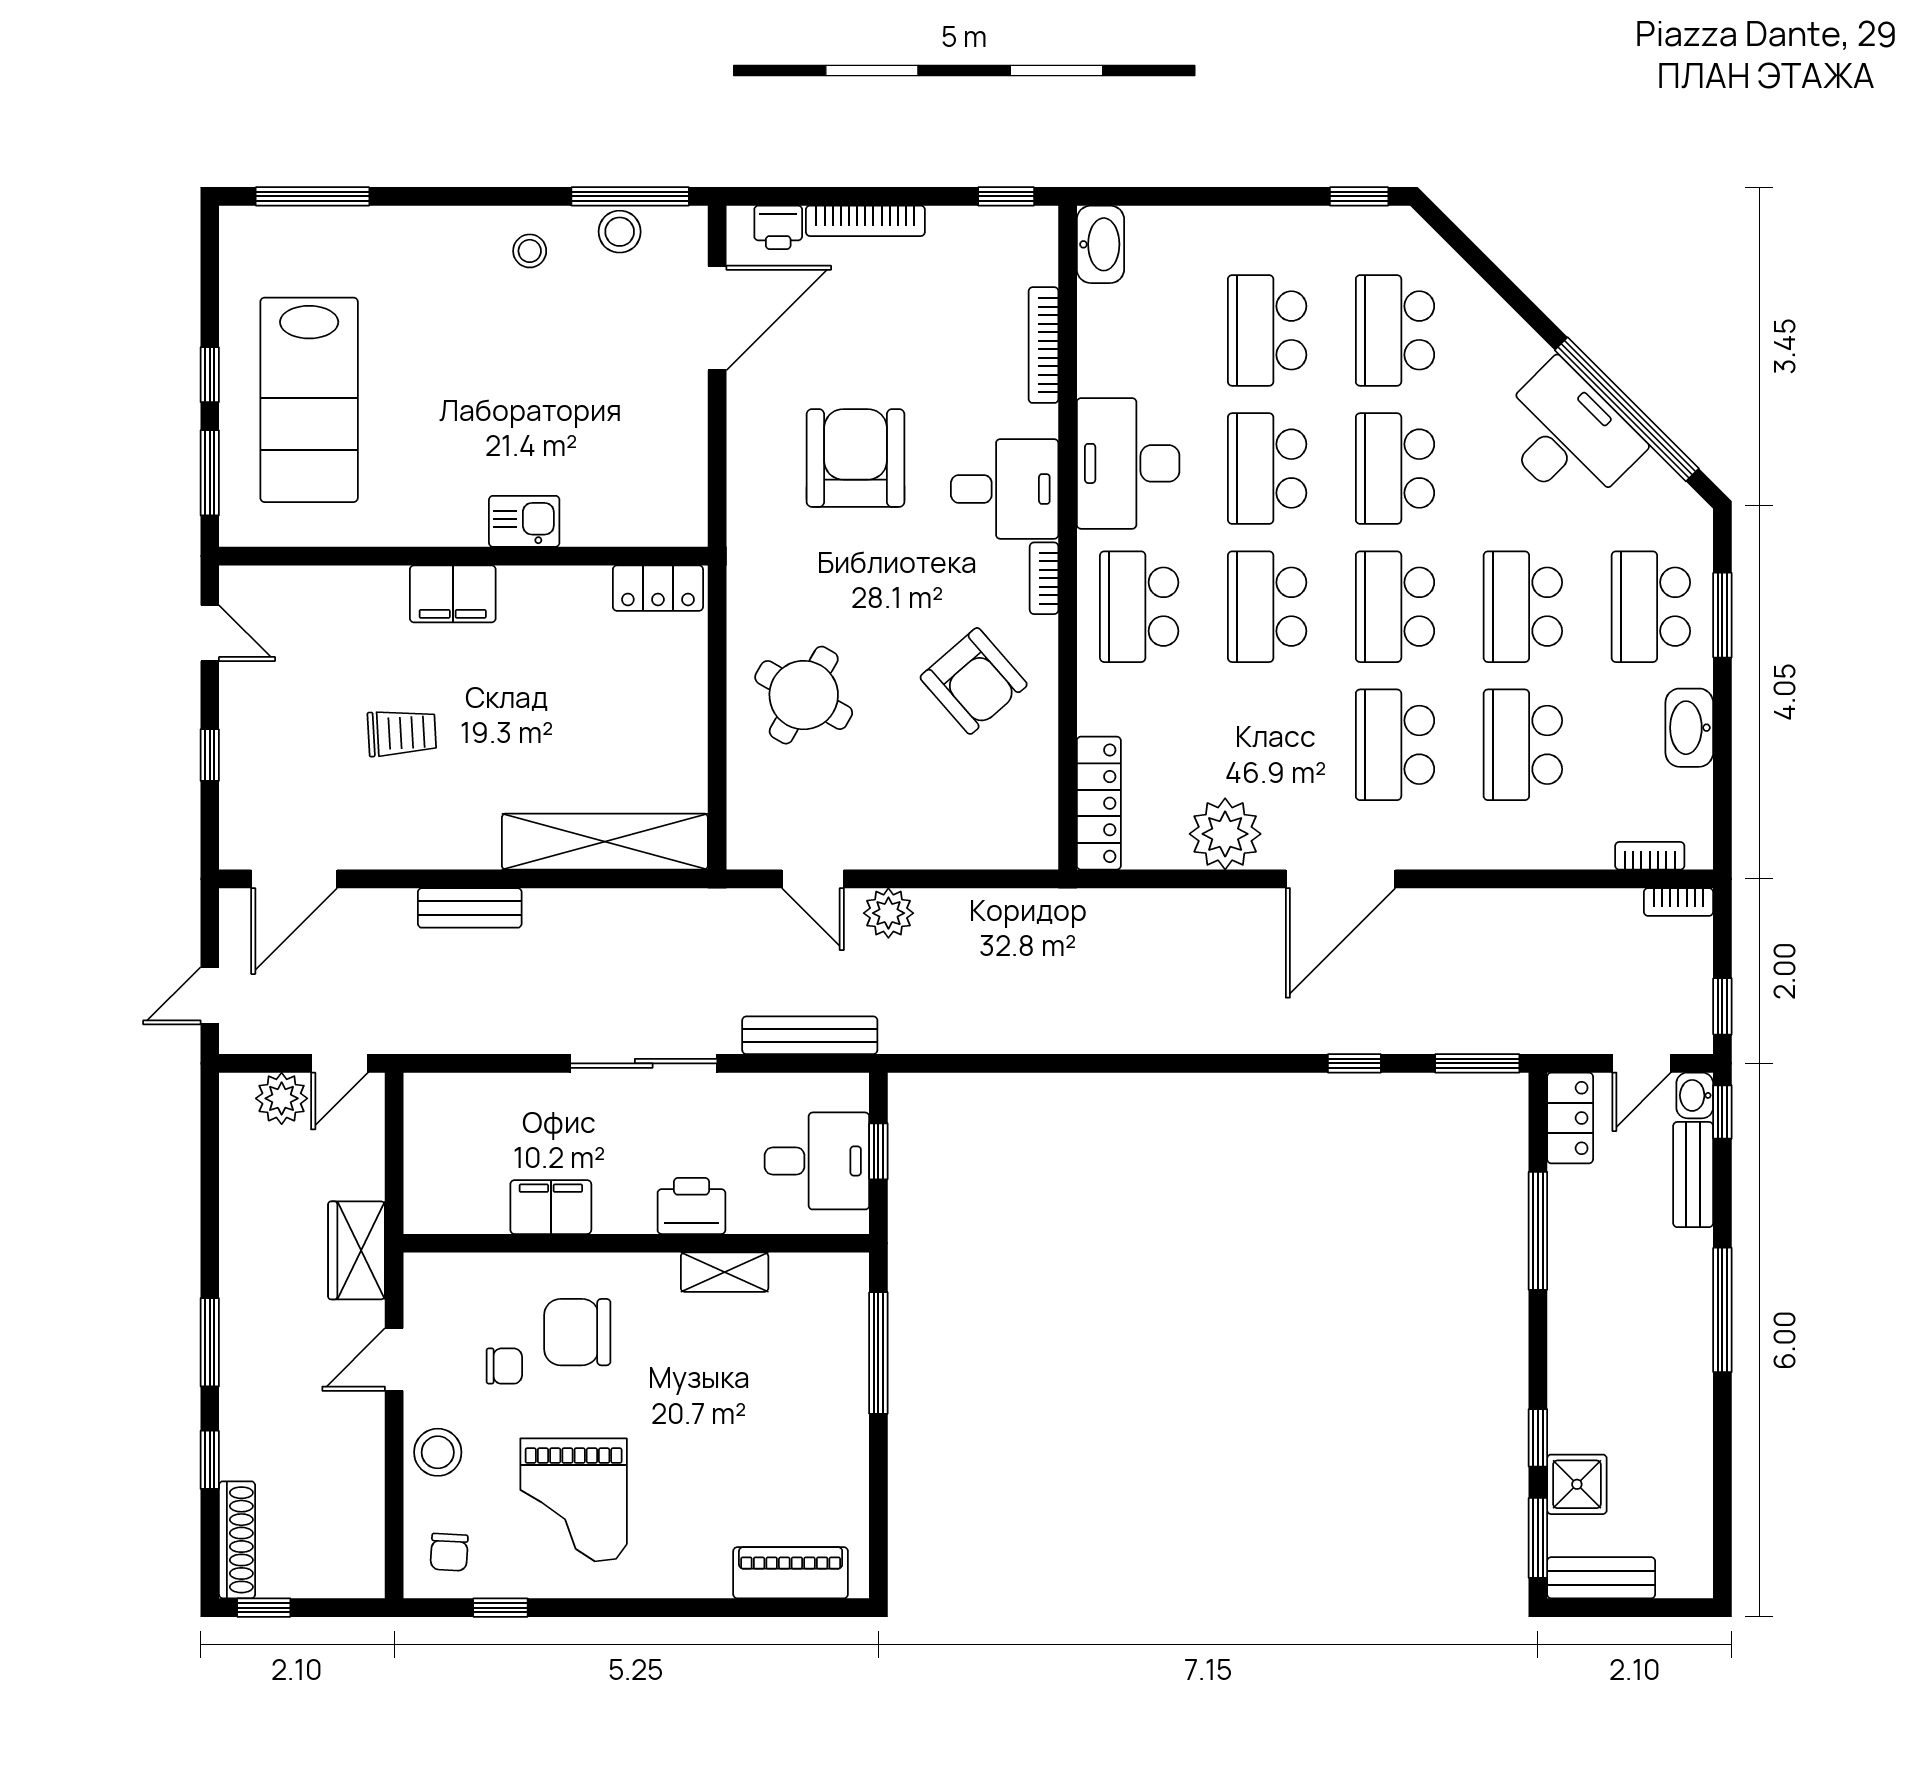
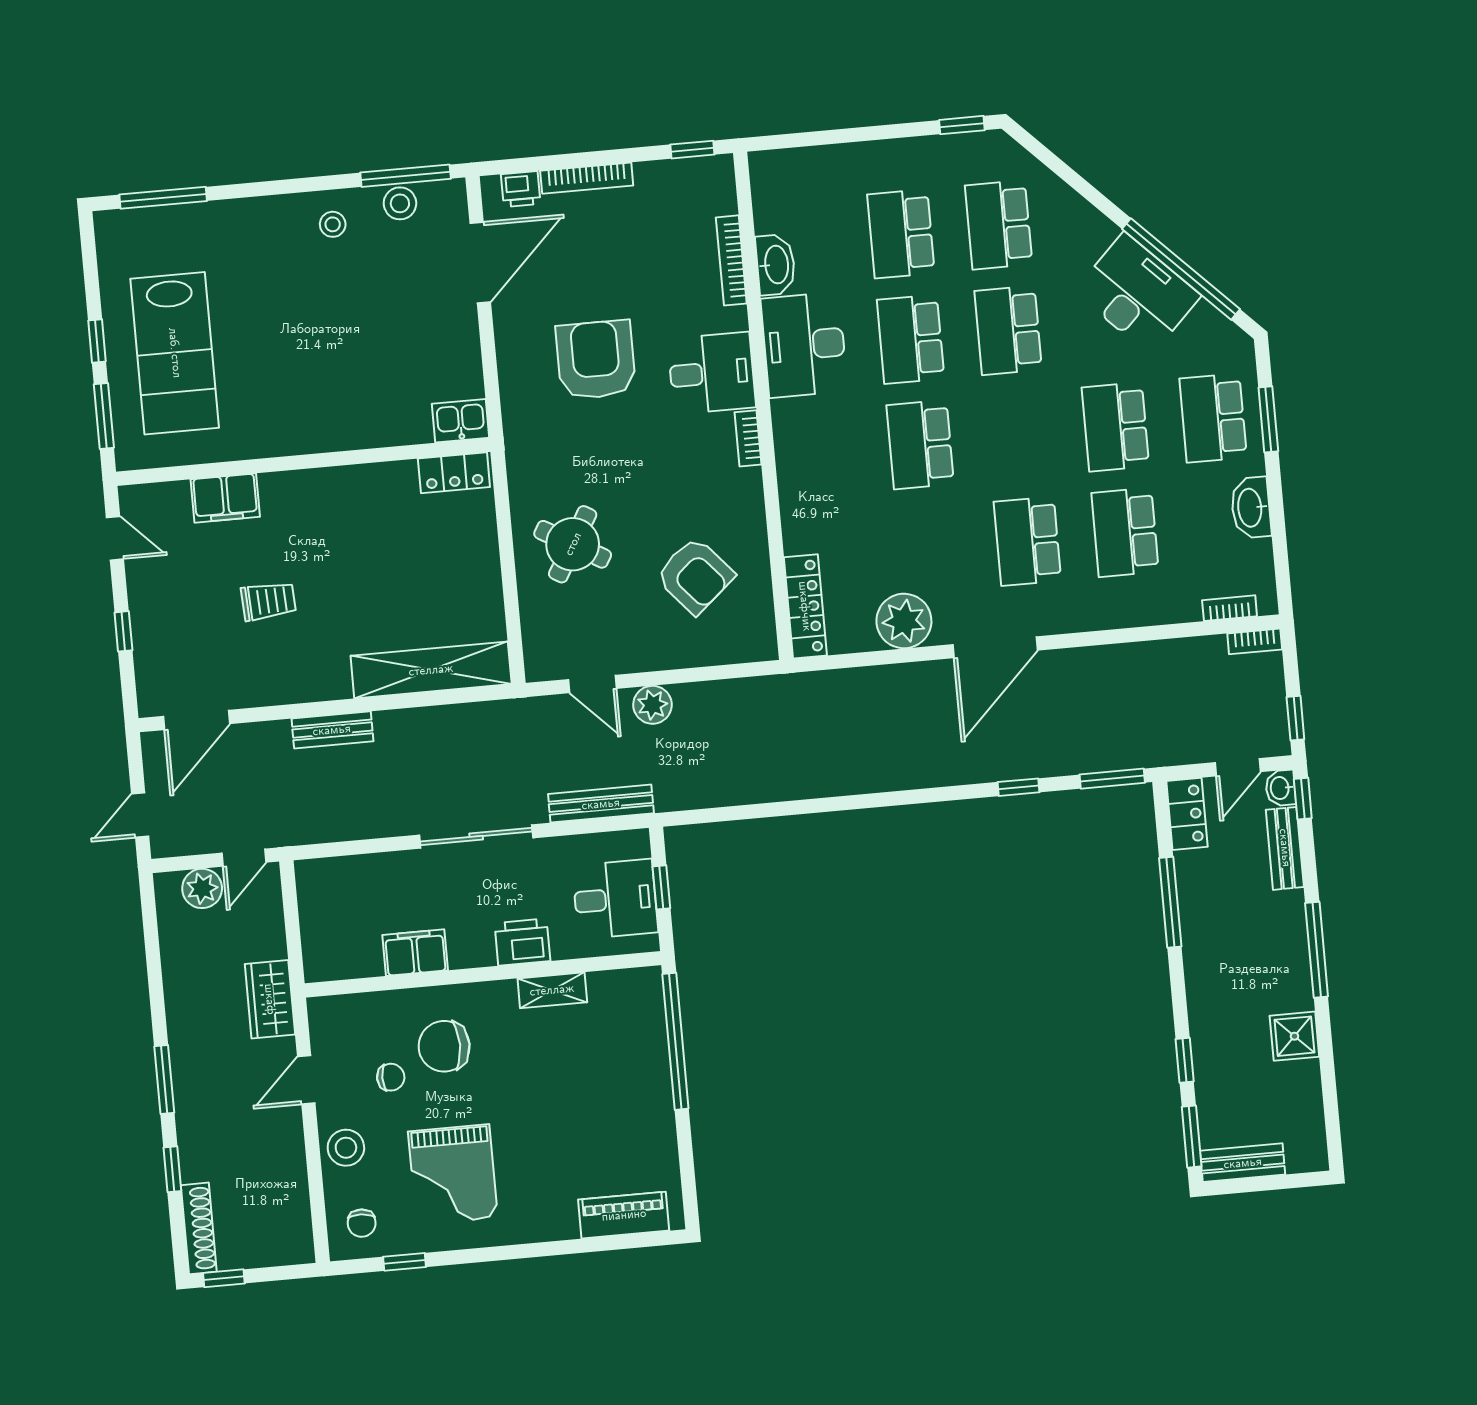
washbasin: (1100, 244) -> (776, 265), moved
kitchen sink: (524, 521) -> (460, 421), moved
filing cabinet: (453, 594) -> (225, 498), moved
school desk: (1139, 607) -> (823, 454), removed
school desk: (1395, 607) -> (1018, 436), removed
armchair: (974, 681) -> (695, 576), moved
window: (878, 1353) -> (675, 1041), width x1.46
shower: (1577, 1484) -> (1294, 1036), moved

